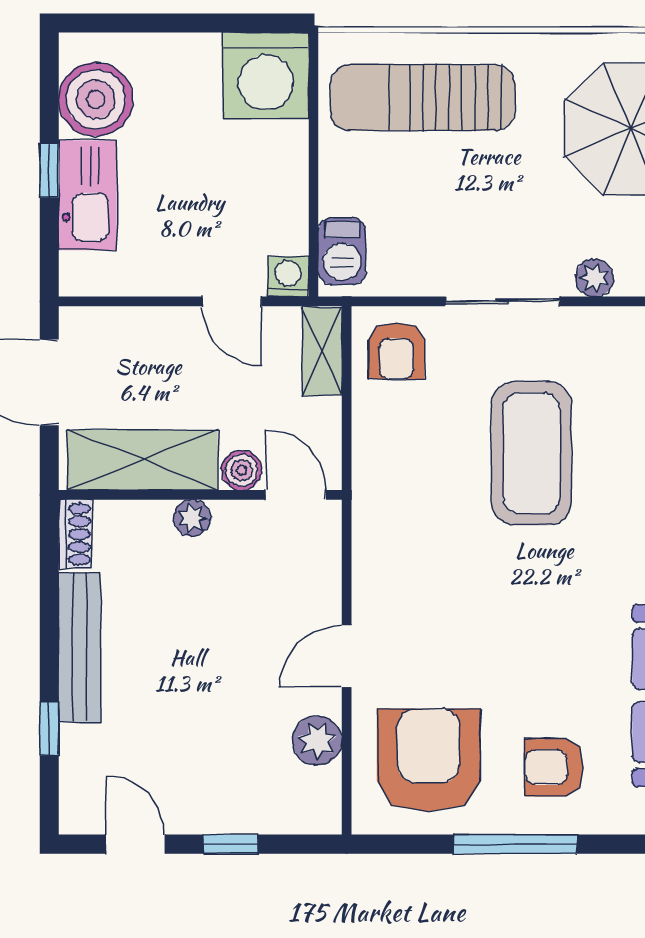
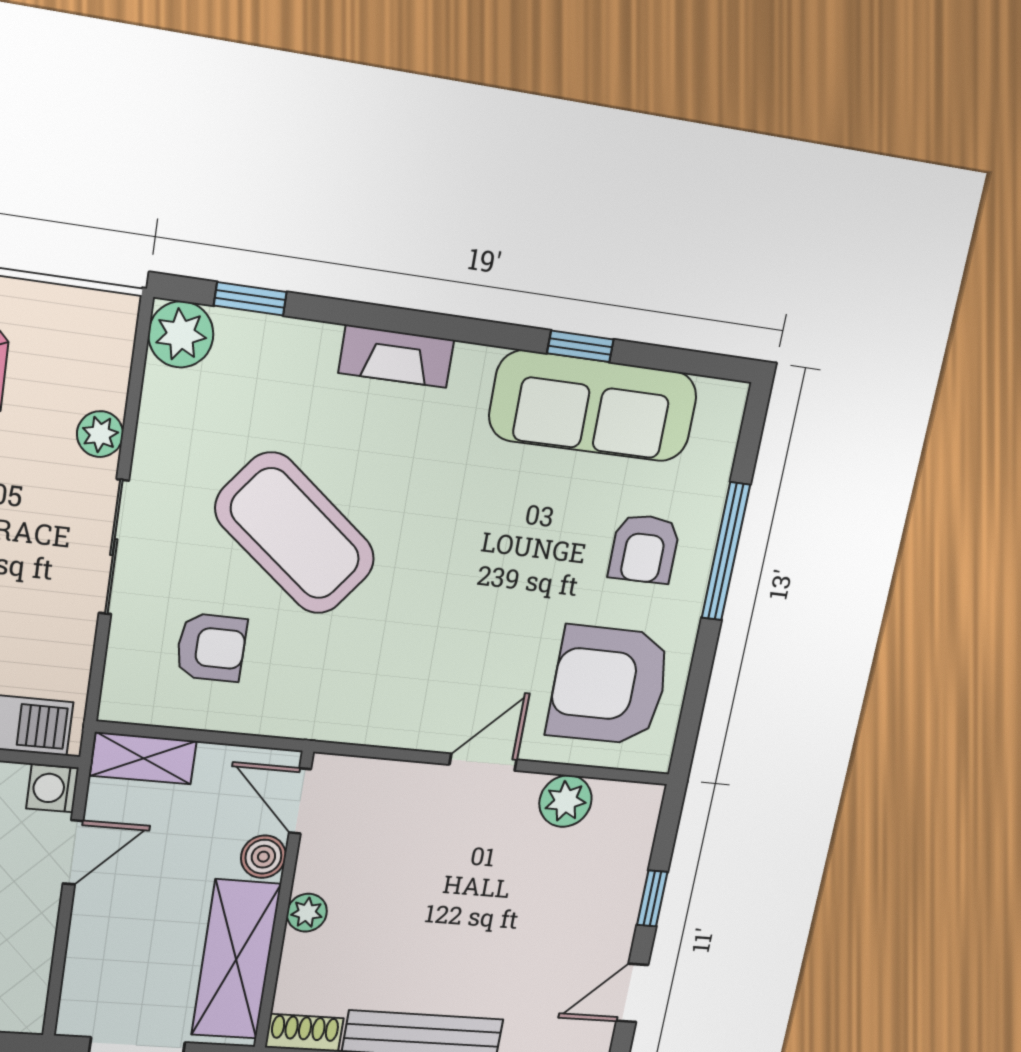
armchair: (396, 351) -> (211, 647), moved
coffee table: (532, 453) -> (295, 534), turned 38
door: (296, 495) -> (300, 801), hinge flipped
door: (347, 656) -> (483, 762), swing flipped
window: (515, 844) -> (726, 552), moved

